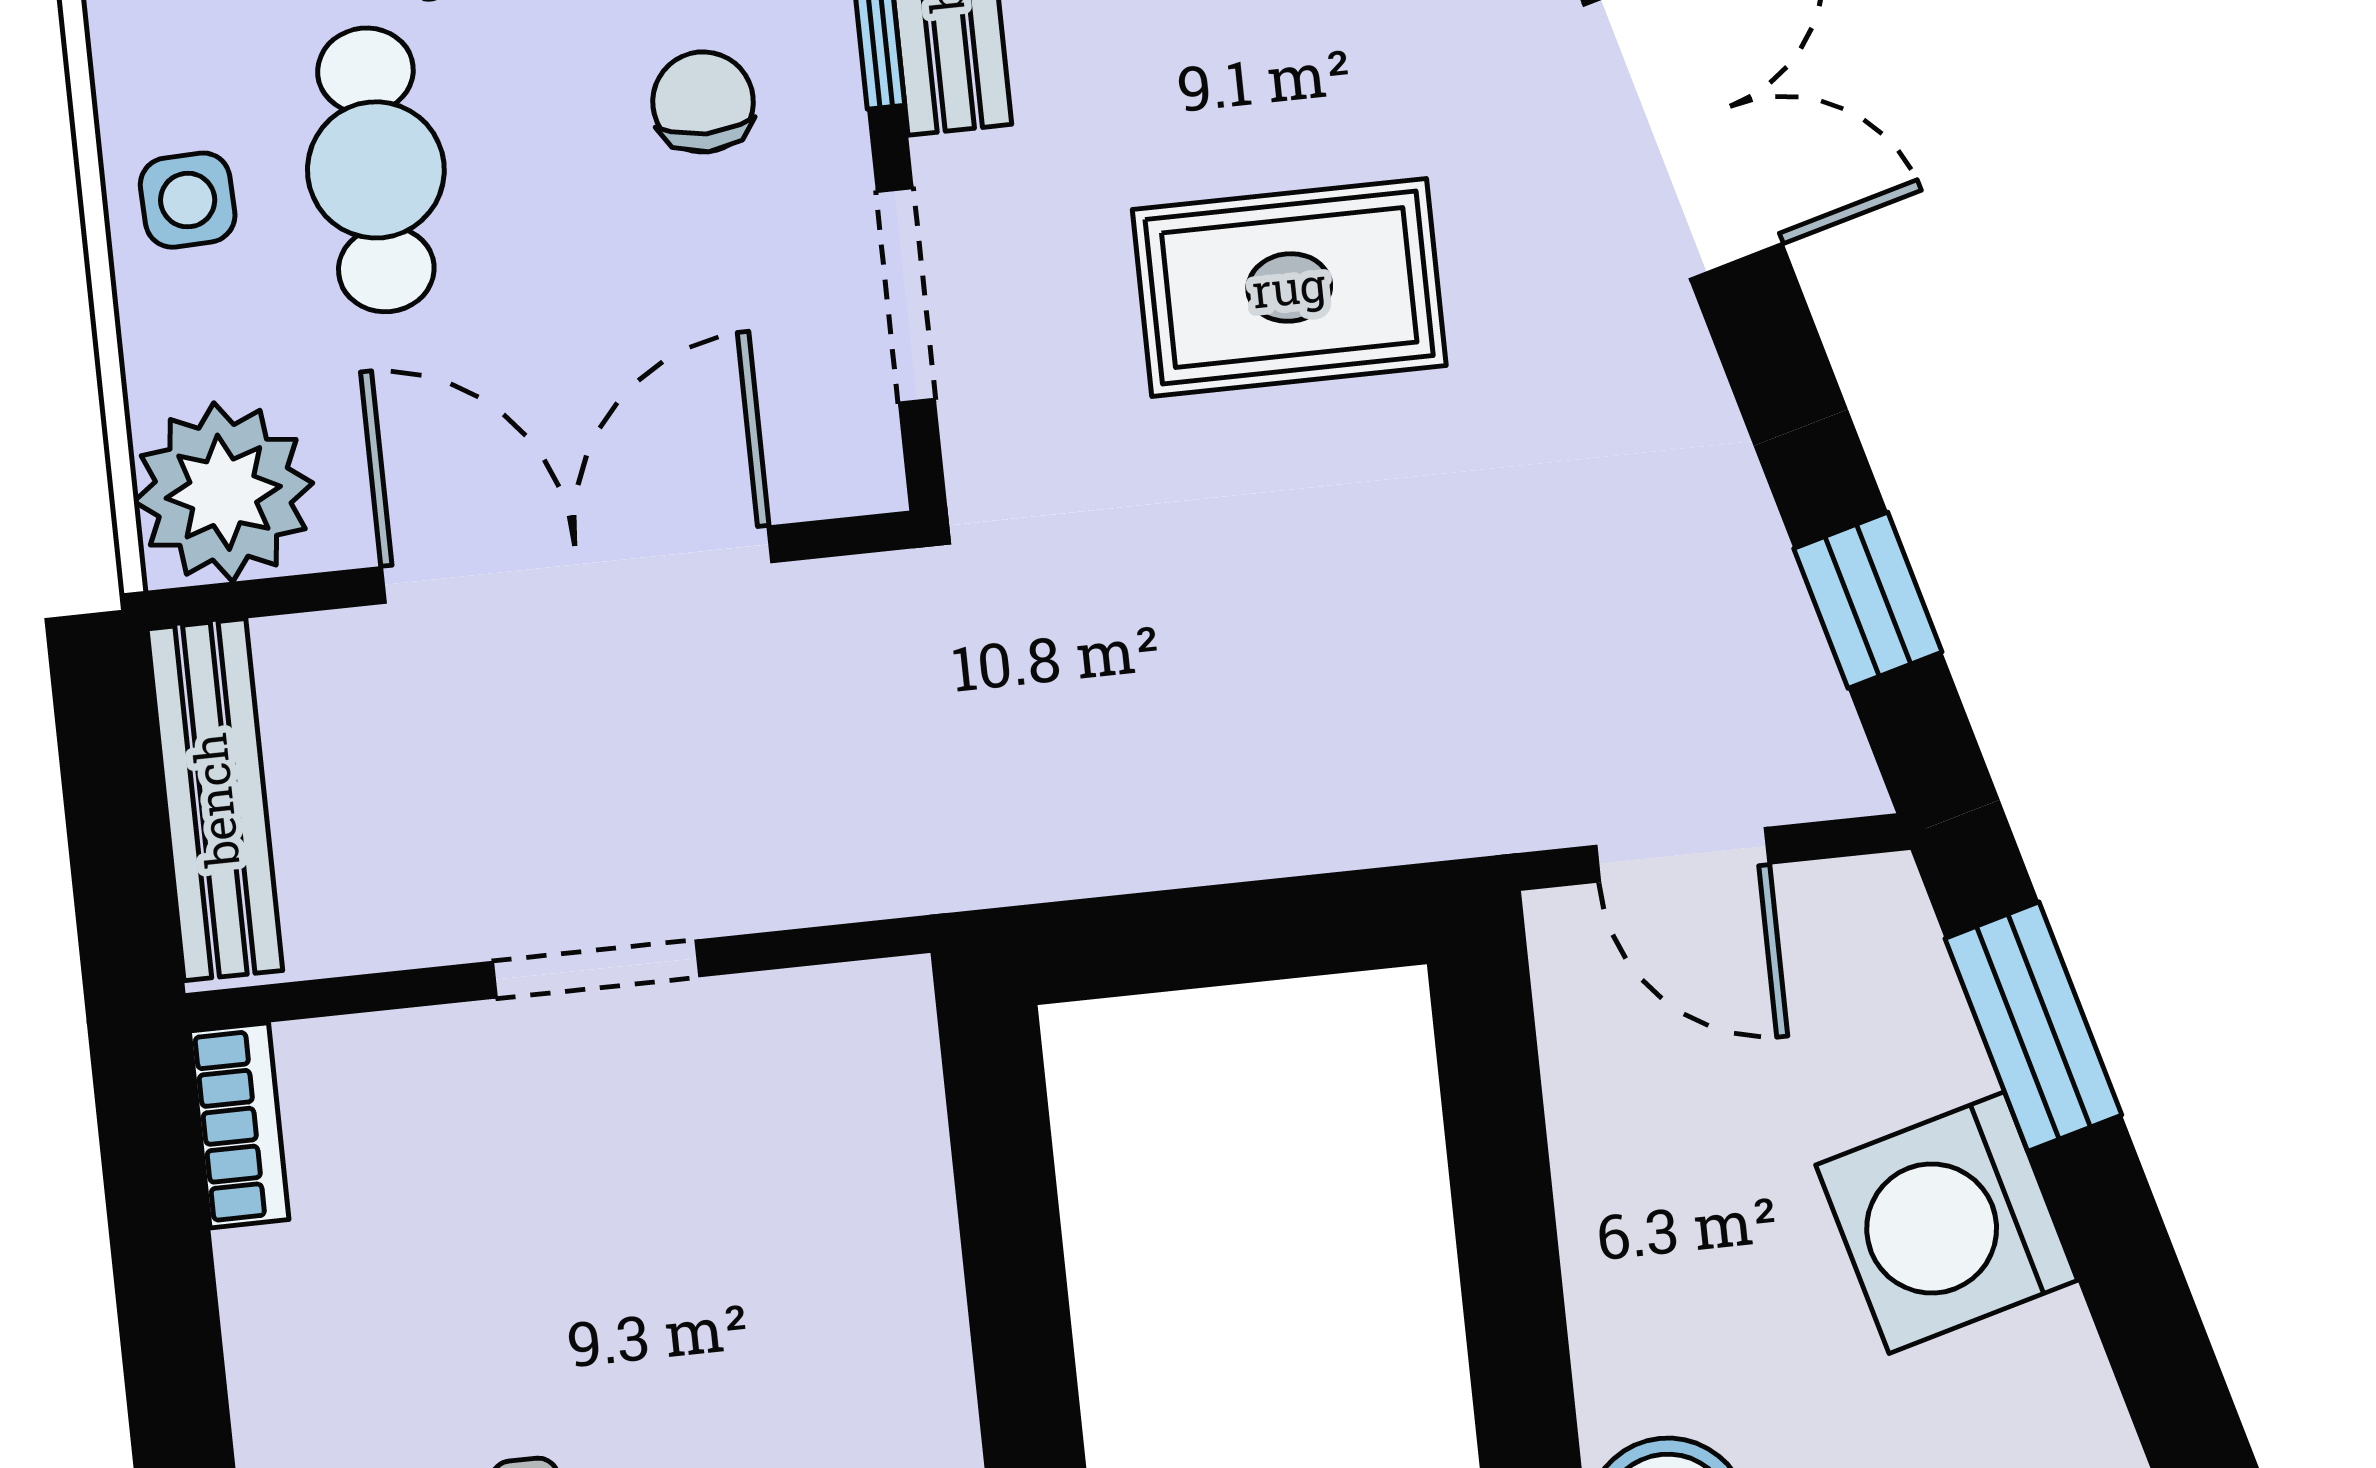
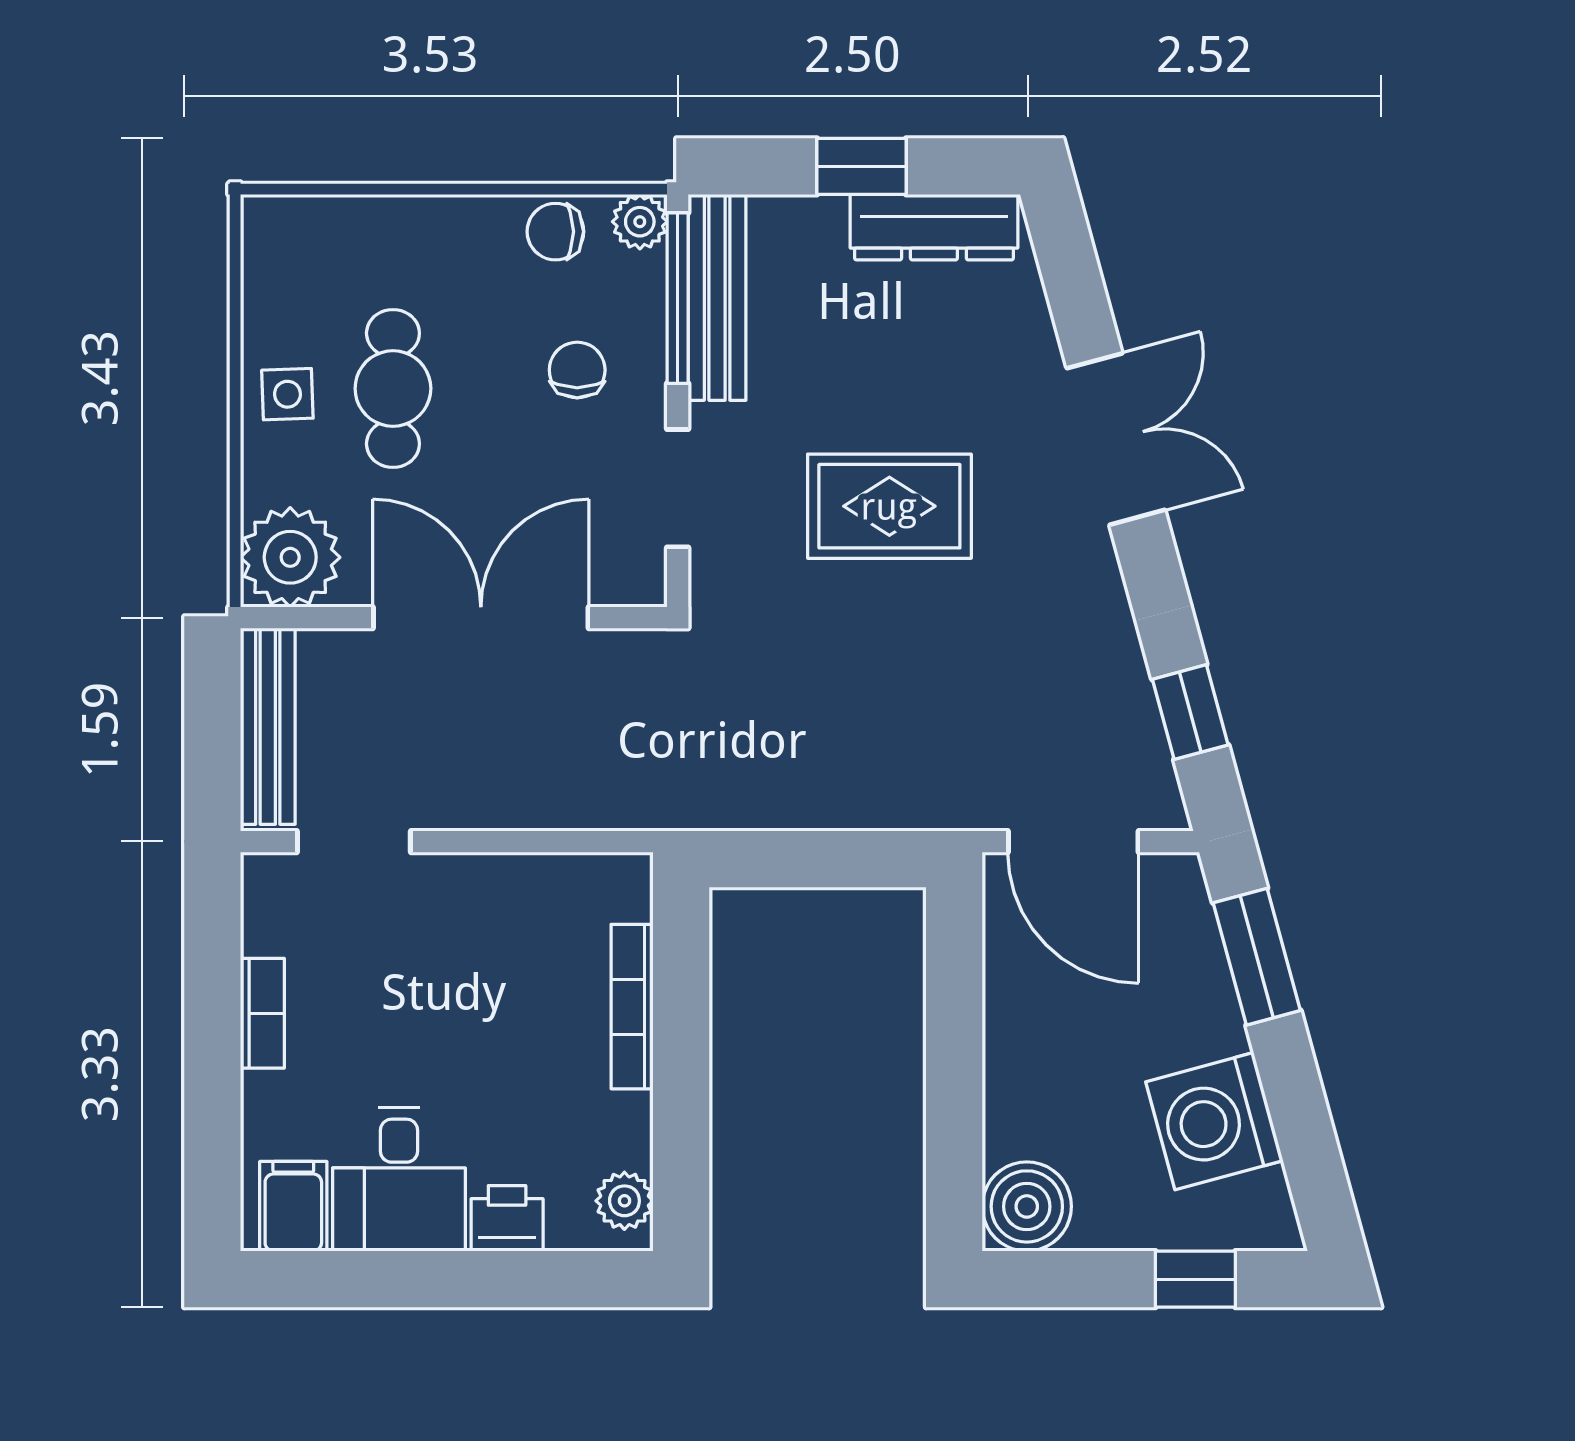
door: (1682, 855) -> (1073, 842), width x1.38
doorway: (596, 969) -> (354, 842), moved
bookcase: (239, 1125) -> (262, 1013), moved
washing machine: (1947, 1223) -> (1214, 1121), moved
bookcase: (922, 1234) -> (632, 1007), added

